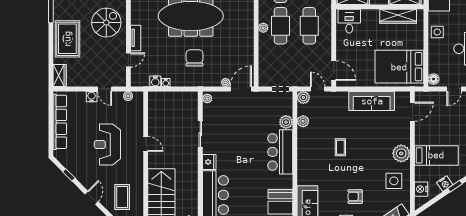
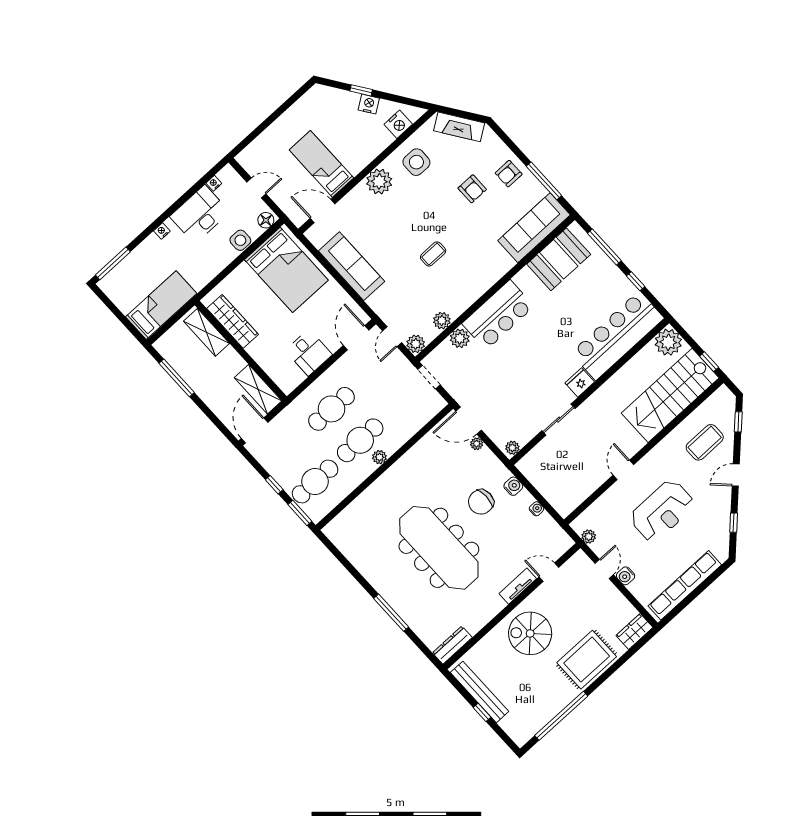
desk: (349, 21) -> (309, 353), moved, turned -90
side table: (437, 32) -> (240, 240), moved
water cooler: (155, 81) -> (513, 486), moved
bed: (436, 155) -> (321, 164), moved

